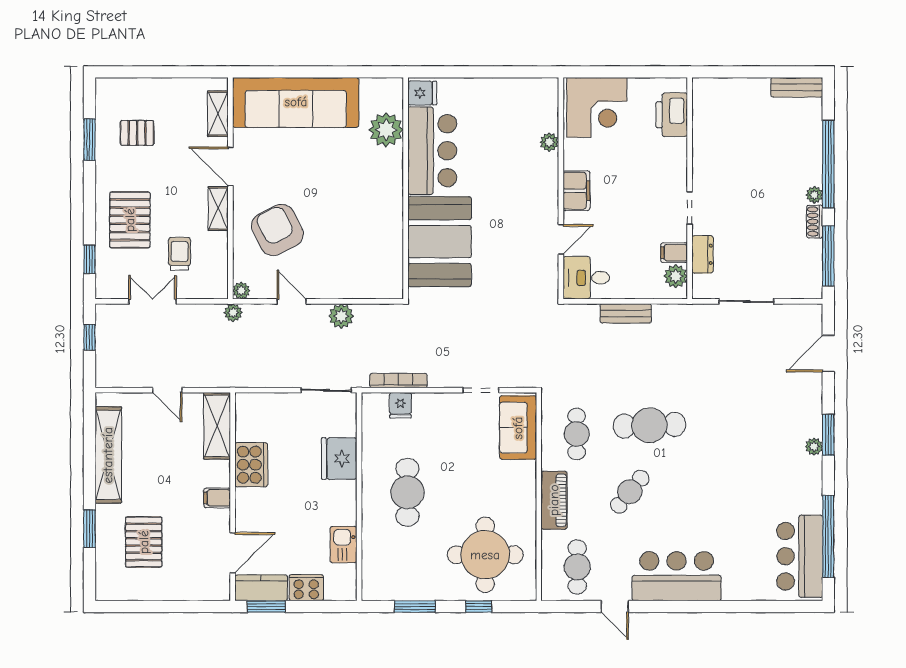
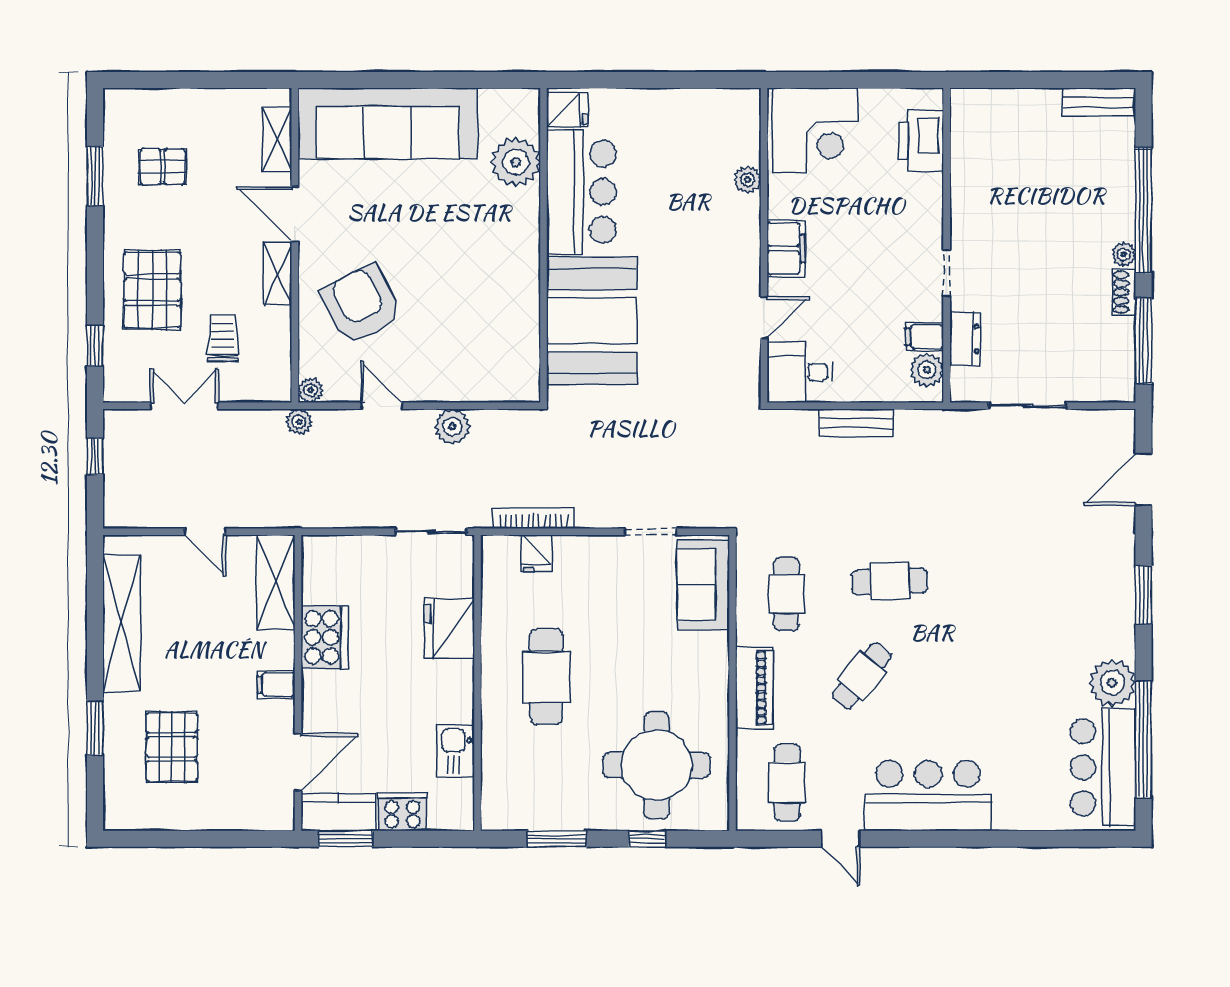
cafe table: (649, 425) -> (890, 581), width x0.73, depth x0.74
plant: (814, 447) -> (1112, 683), moved, width x1.88, depth x1.88

